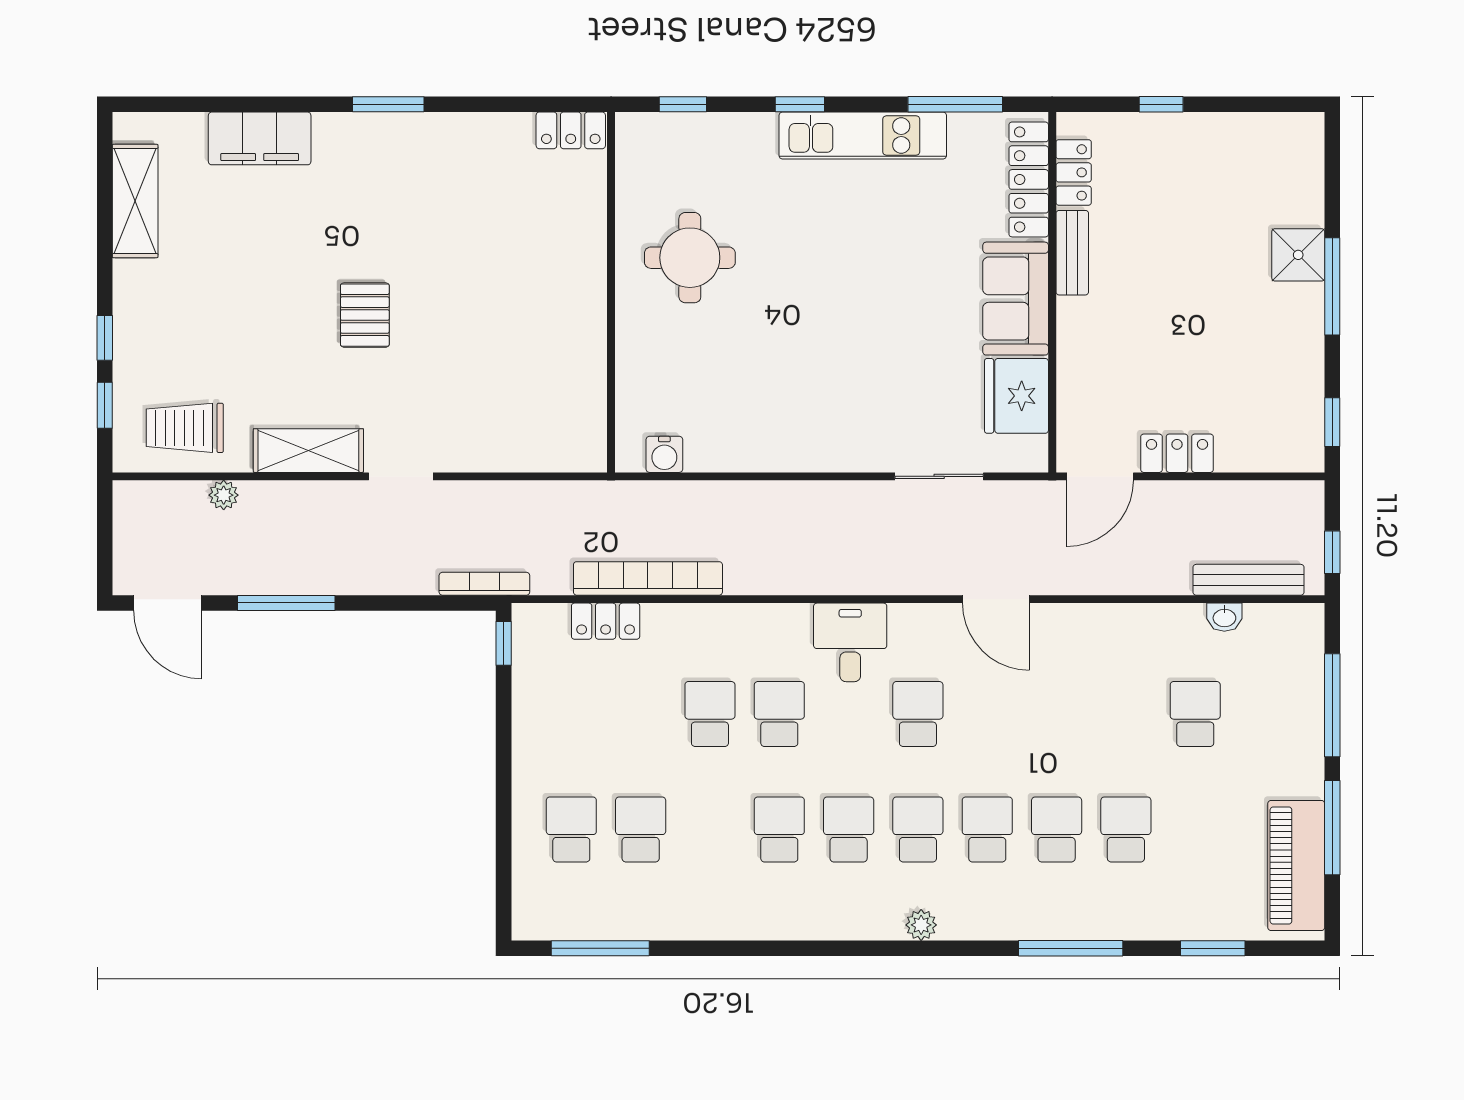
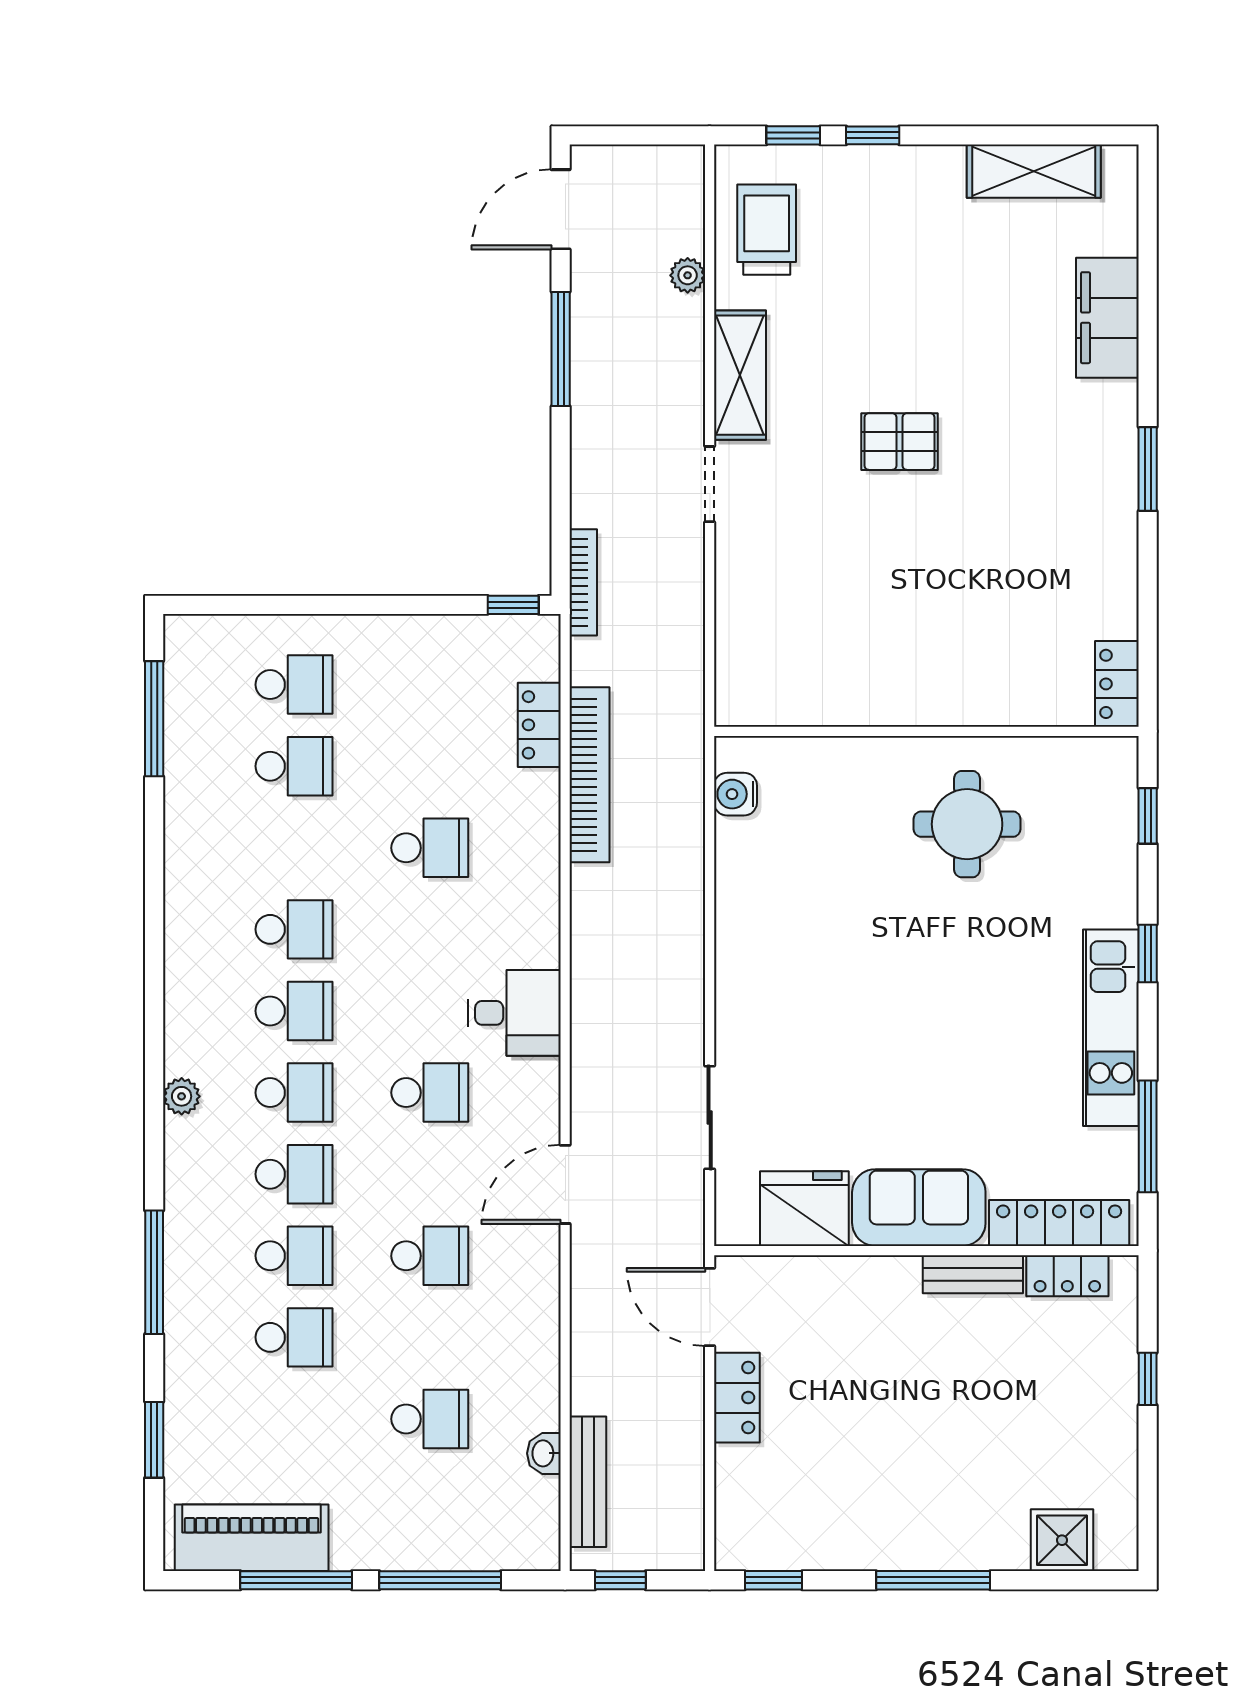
shower: (1298, 255) -> (1062, 1540), moved
school desk: (779, 714) -> (430, 1256), moved

